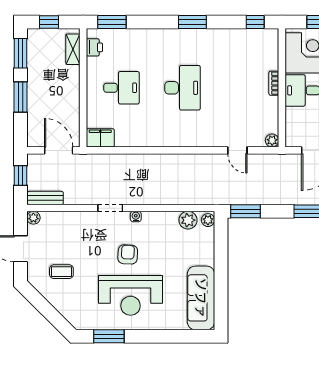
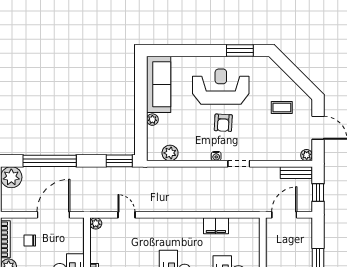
filing cabinet: (100, 138) -> (216, 226), moved
door: (59, 150) -> (284, 215), swing flipped
plant: (208, 220) -> (152, 120), moved

